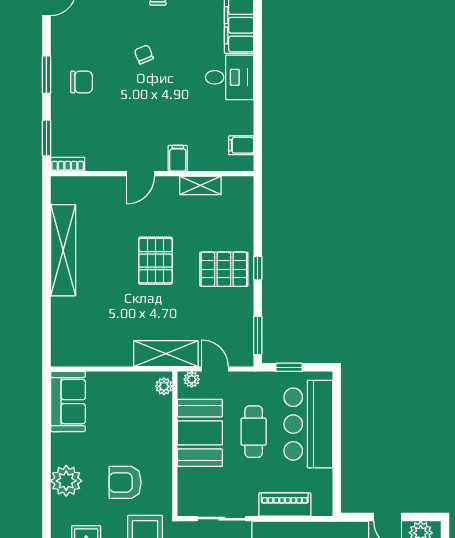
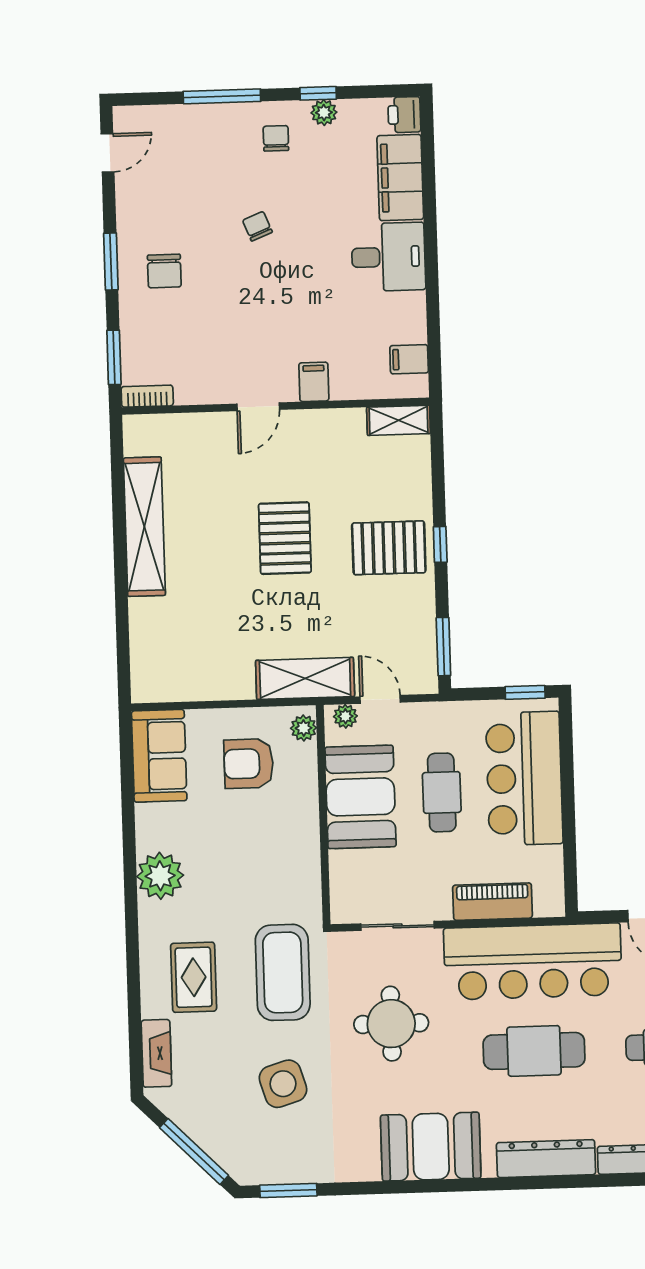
chair: (81, 82) -> (164, 271), turned 90
shelving: (200, 185) -> (399, 420), moved
window: (289, 367) -> (525, 692), moved
armchair: (125, 482) -> (249, 764), moved

